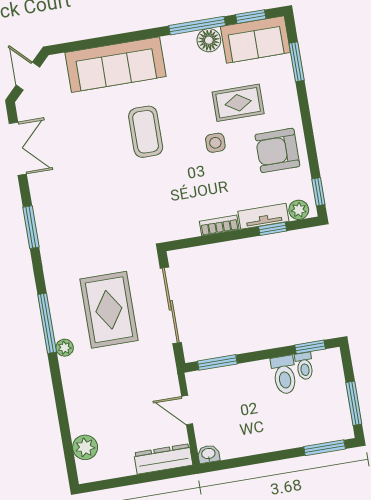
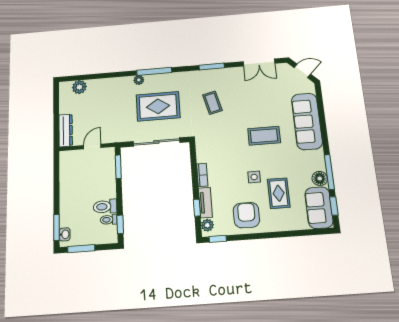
window: (297, 62) -> (303, 233), removed
coffee table: (95, 220) -> (212, 103), added
washbasin: (208, 454) -> (65, 234), moved

